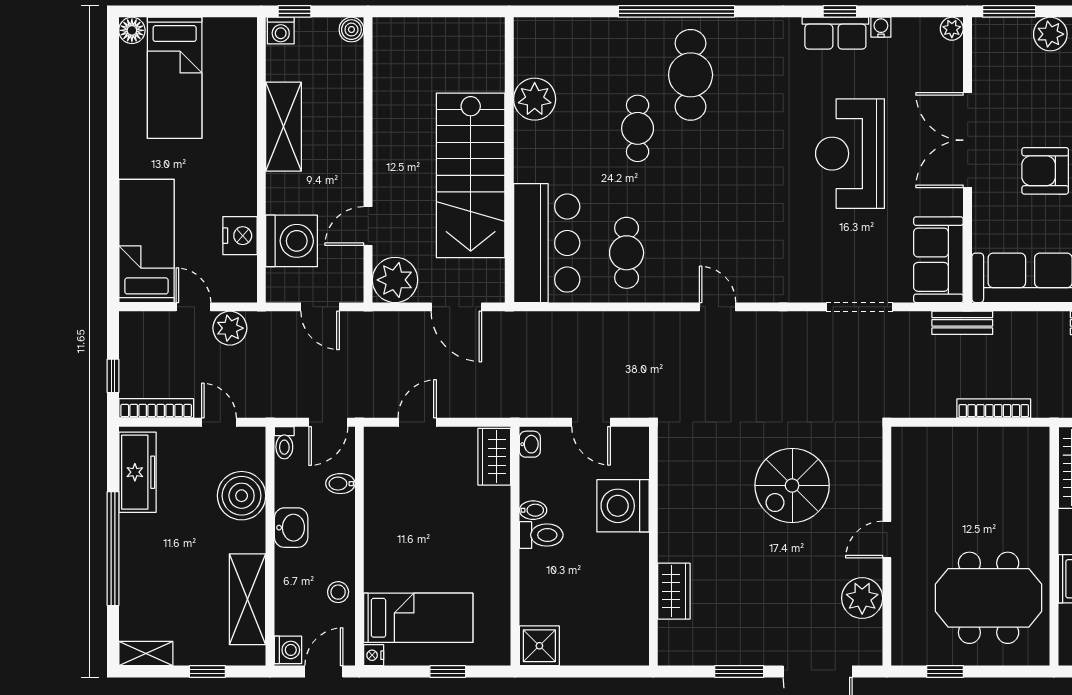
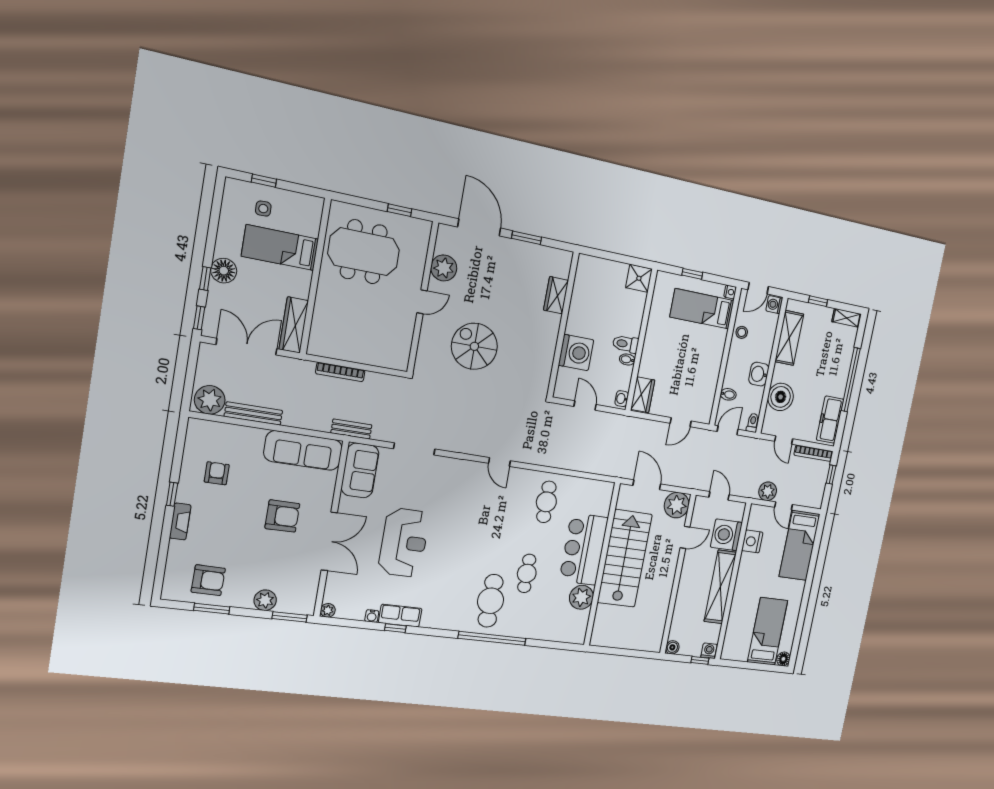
shelving: (284, 127) -> (720, 587), width x1.47
bar counter: (547, 243) -> (584, 549), moved
spiral stairs: (792, 485) -> (474, 346), turned -90

